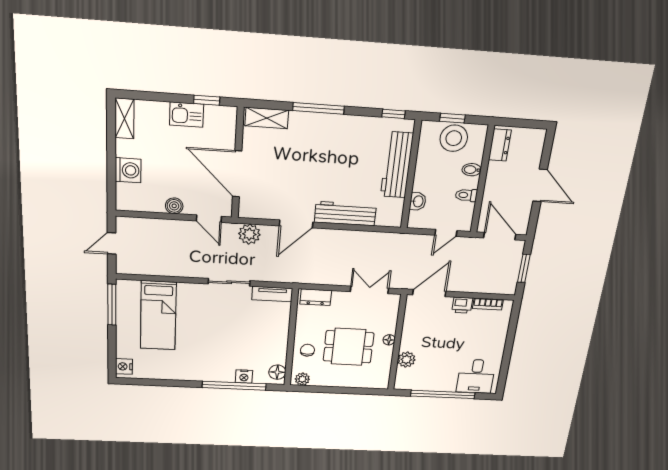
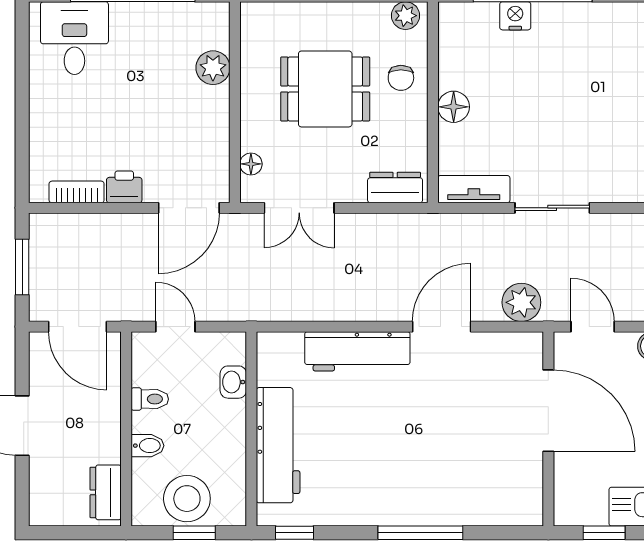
shelving: (267, 118) -> (505, 510), removed
door: (446, 233) -> (175, 327), hinge flipped
floor lamp: (389, 340) -> (251, 164), moved
floor lamp: (277, 372) -> (454, 107), moved

